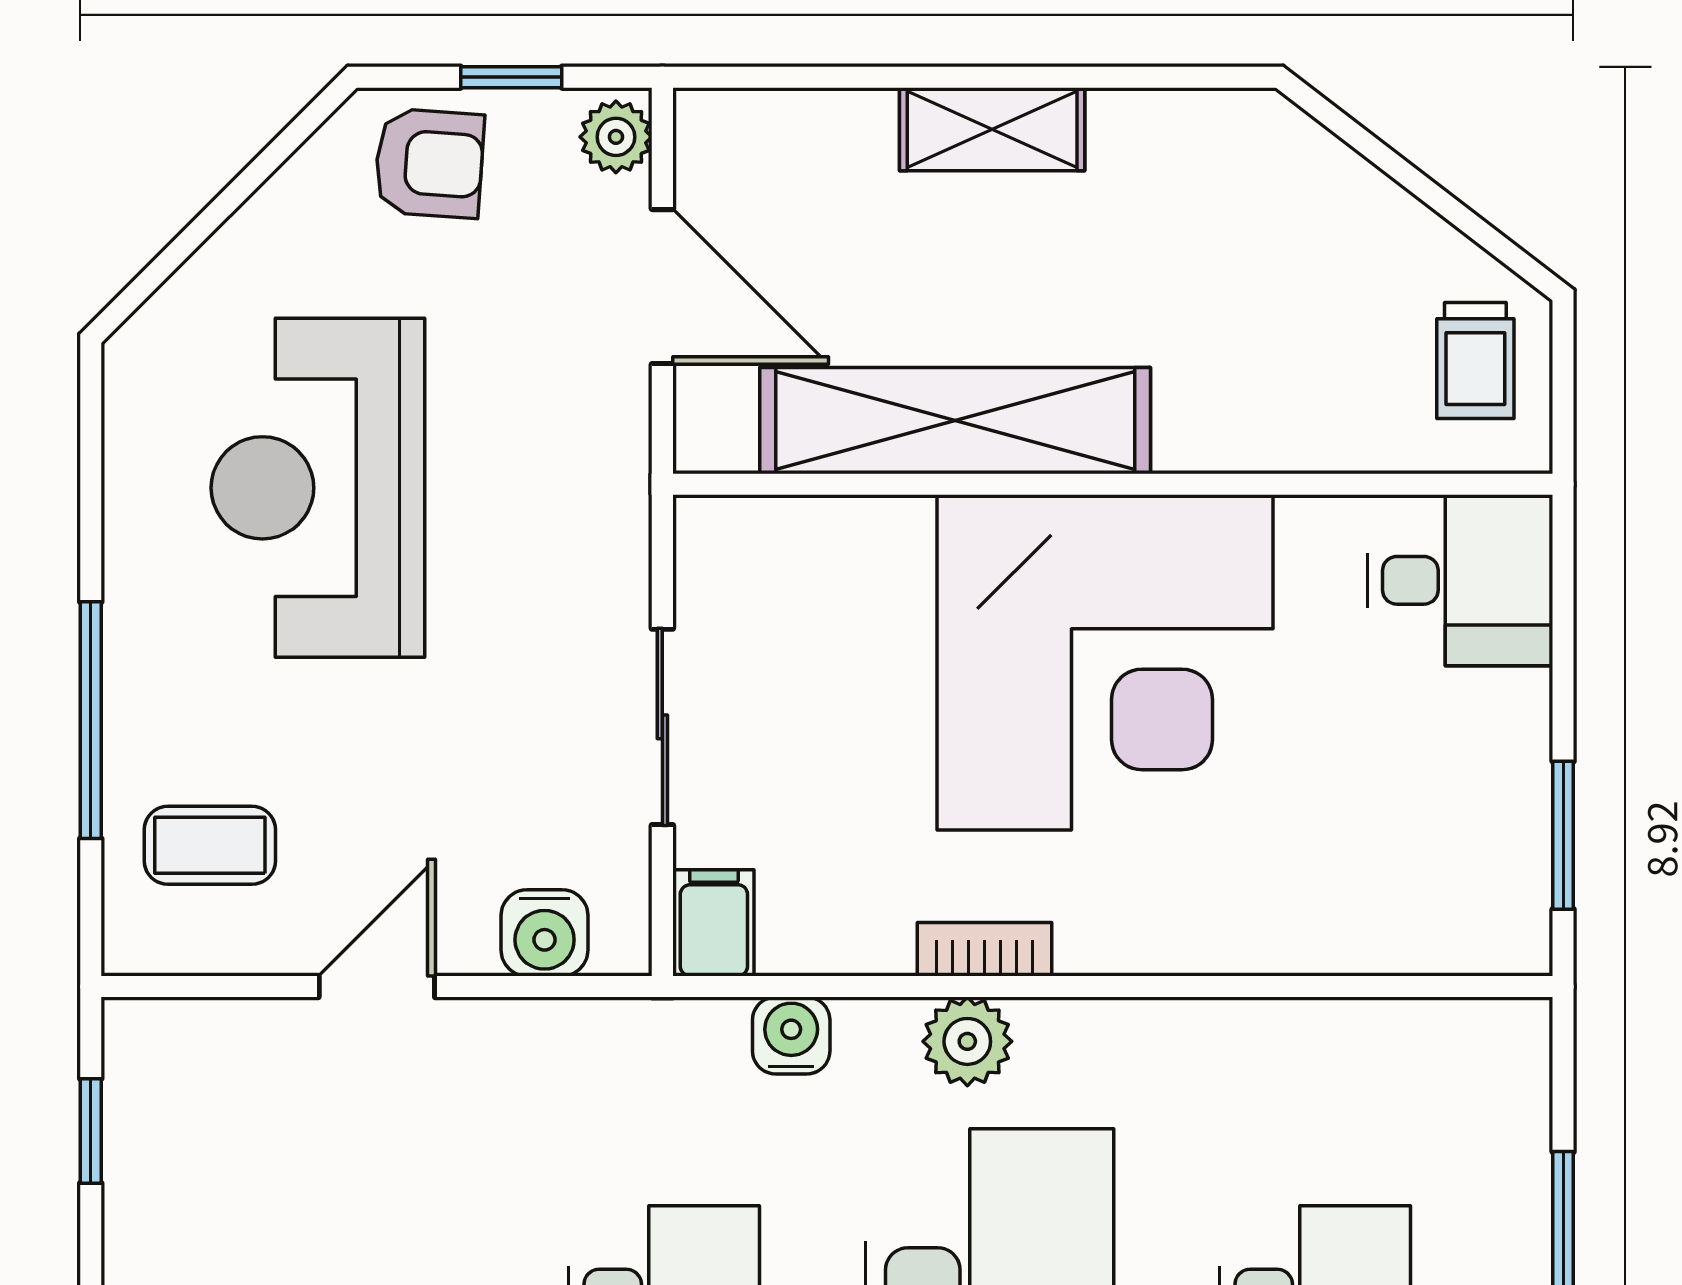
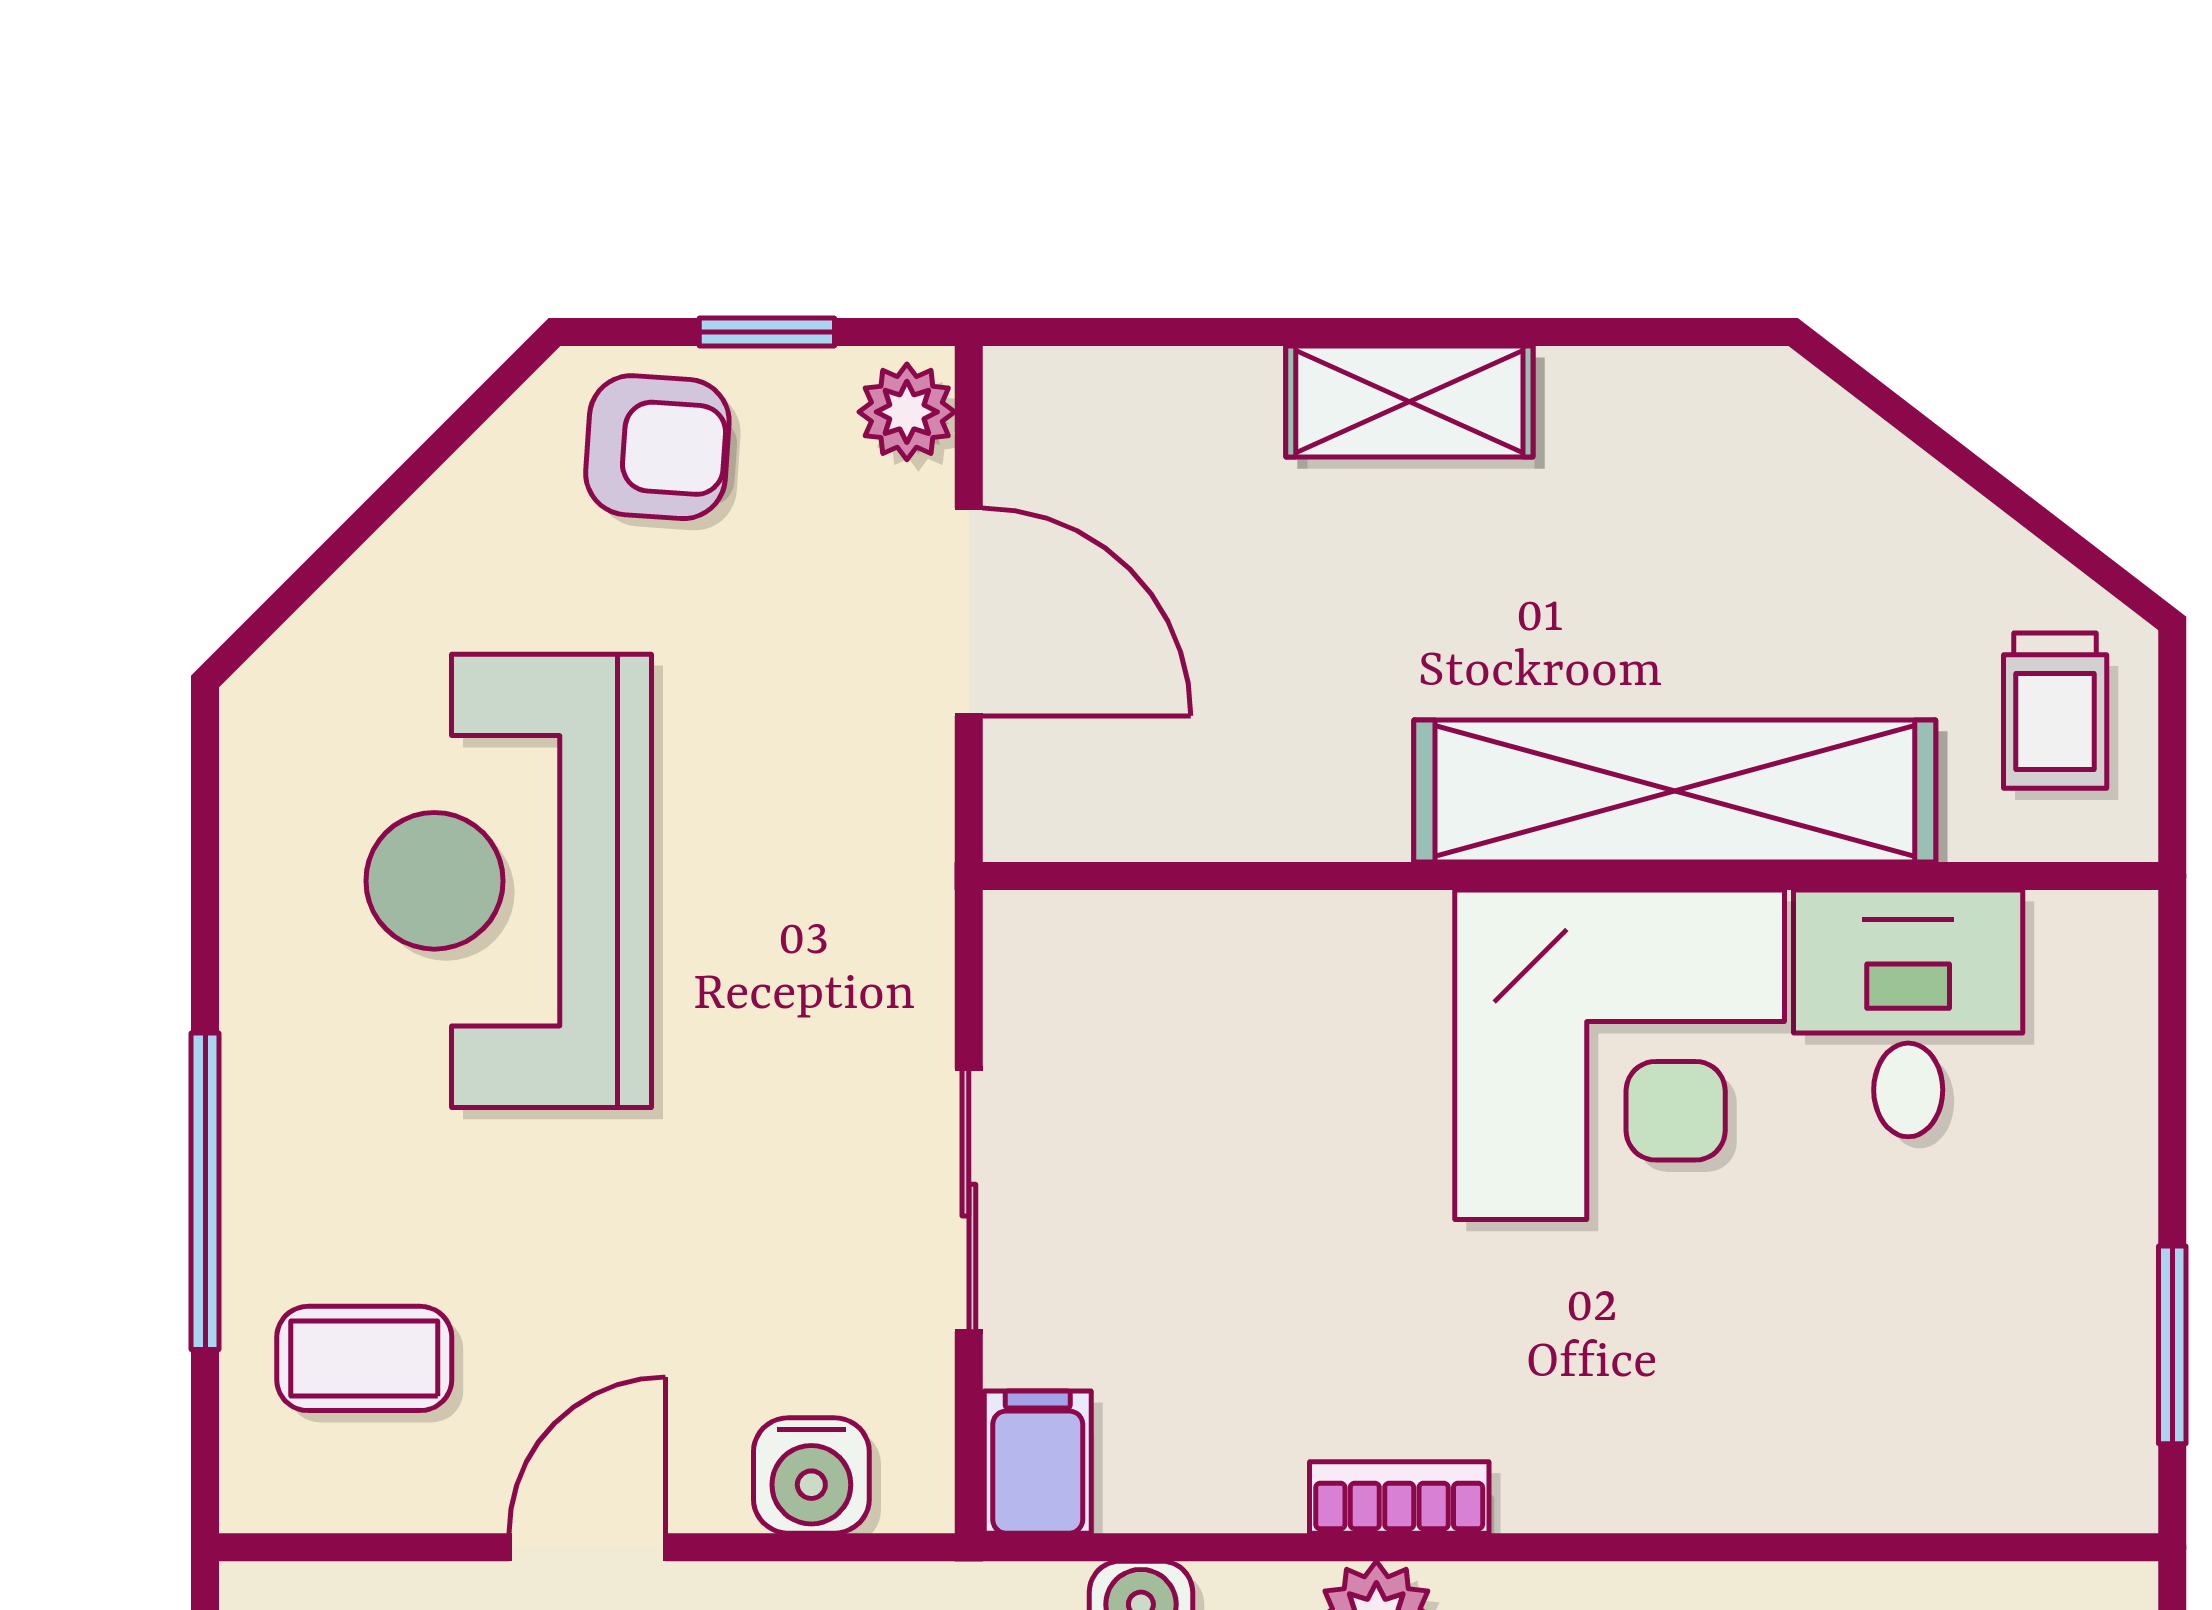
shelving: (955, 421) -> (1675, 791), moved
desk: (1460, 580) -> (1908, 1013), moved, turned -90
corner desk: (1105, 662) -> (1620, 1055), width x0.74, depth x0.74

